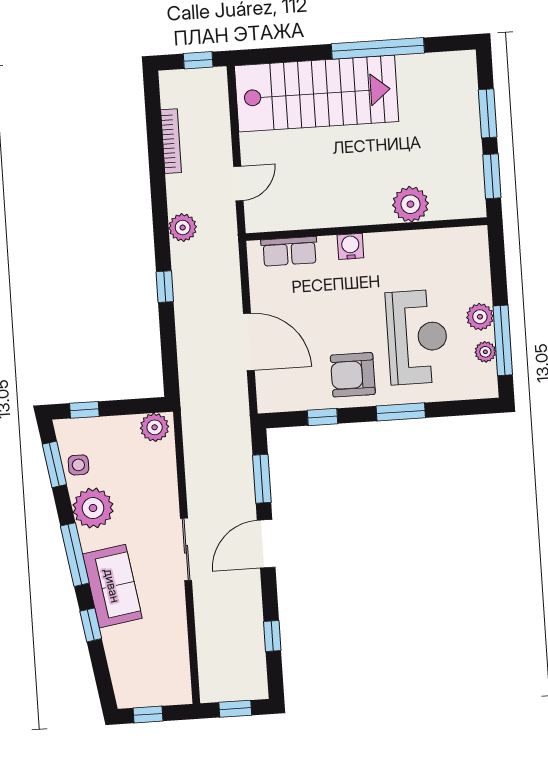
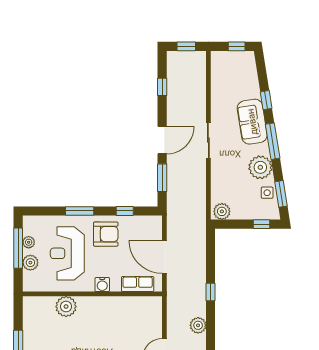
plant: (410, 204) -> (66, 307), moved
wall: (366, 229) -> (92, 294), moved
water cooler: (350, 246) -> (102, 285), moved
row of seats: (289, 251) -> (138, 284), moved

